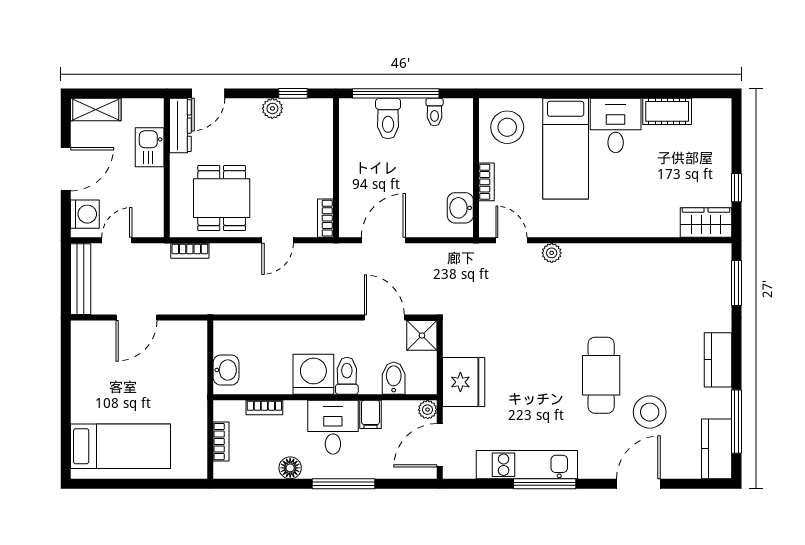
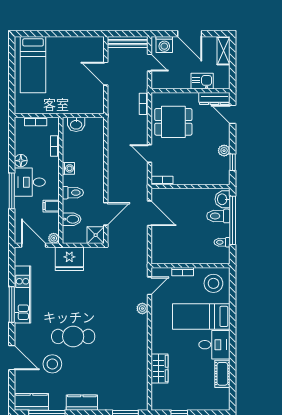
washbasin: (460, 208) -> (223, 199), moved, turned -90
wardrobe: (706, 222) -> (160, 368), moved
washing machine: (313, 374) -> (68, 168), width x0.53, depth x0.53
desk: (333, 427) -> (30, 182), moved, turned 180

